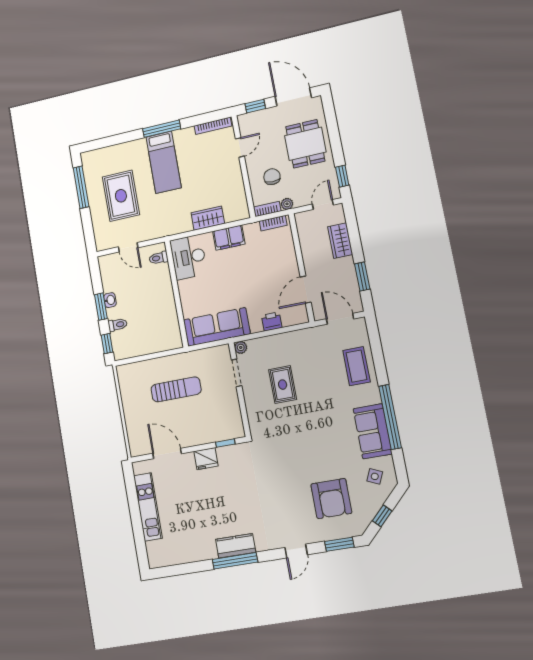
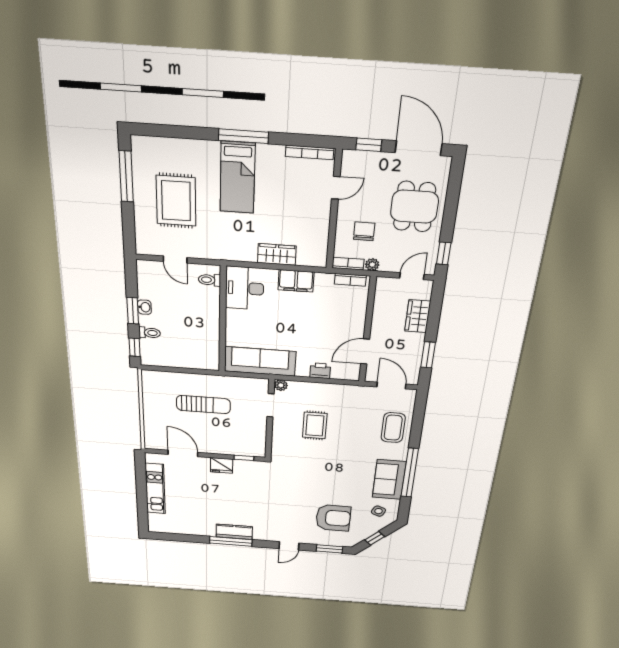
armchair: (331, 499) -> (333, 518), turned -90

